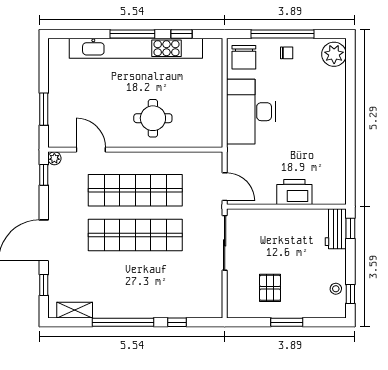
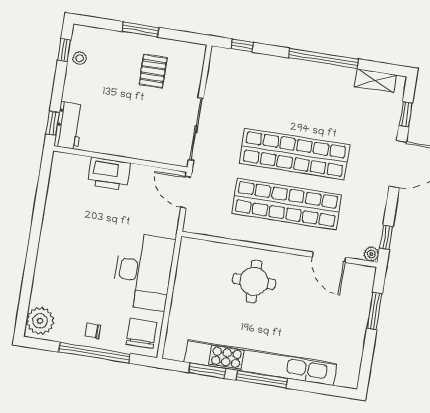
window: (181, 34) -> (207, 371), width x1.50
window: (177, 322) -> (242, 46), moved

